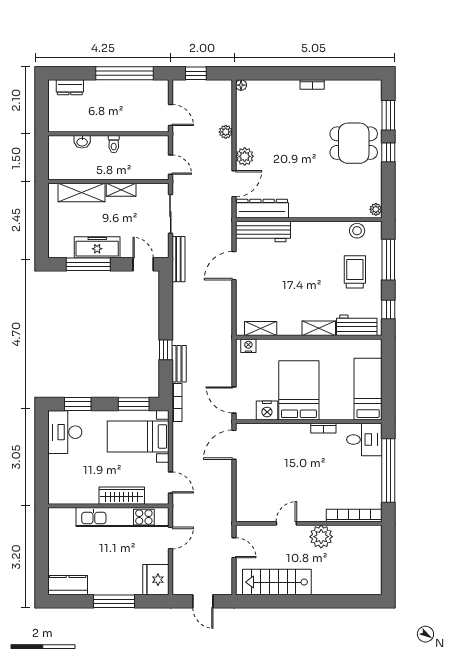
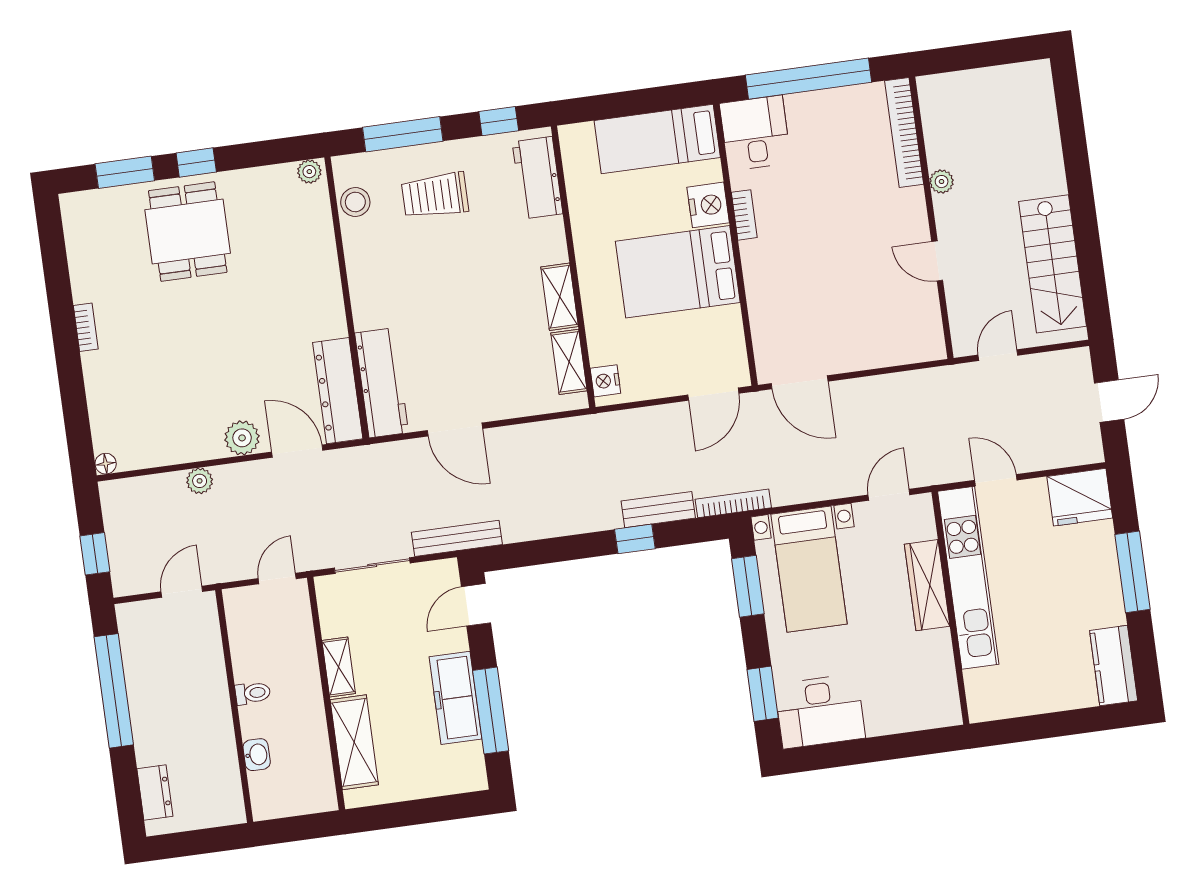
shelving: (319, 328) -> (560, 297), moved
nightstand: (267, 410) -> (708, 205), moved
plant: (321, 537) -> (942, 182), width x0.53, depth x0.53

